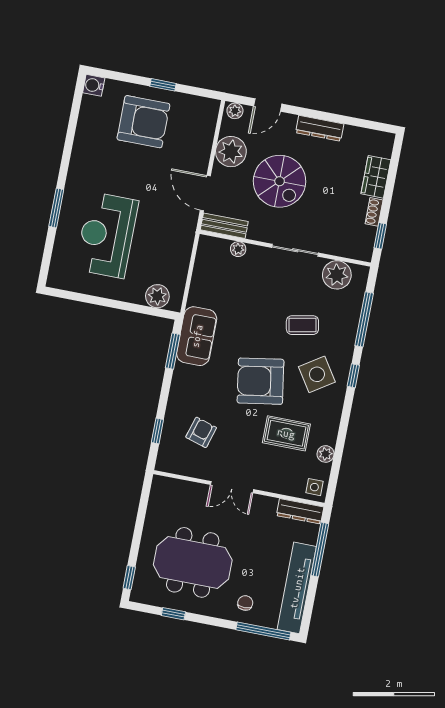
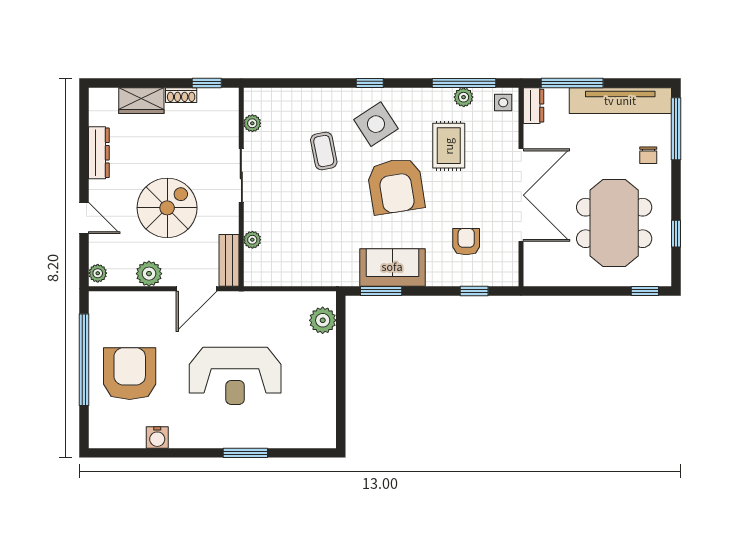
water cooler: (94, 85) -> (157, 437), moved
window: (163, 85) -> (84, 360), width x3.17
door: (268, 105) -> (84, 218), moved
dresser: (320, 128) -> (99, 153), moved
plant: (231, 152) -> (149, 274), width x0.73, depth x0.73
reception desk: (107, 235) -> (235, 376), moved
plant: (337, 275) -> (252, 123), width x0.53, depth x0.53
window: (364, 319) -> (464, 83), moved
sofa: (197, 336) -> (392, 267), moved
armchair: (201, 432) -> (466, 242), turned 73
double door: (232, 487) -> (521, 195), width x1.87
dresser: (300, 511) -> (533, 106), width x0.70
chair: (245, 603) -> (648, 155), turned -90

